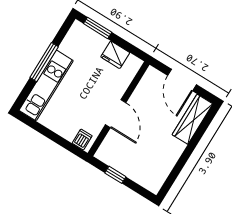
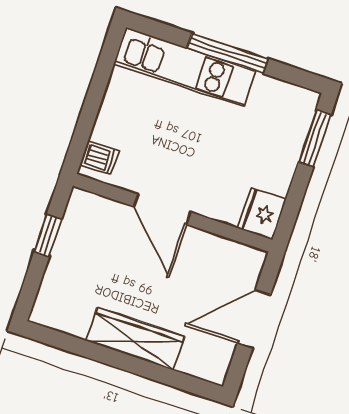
fridge: (115, 55) -> (262, 214), moved
door: (116, 114) -> (162, 209), hinge flipped
wardrobe: (192, 119) -> (135, 339), moved

